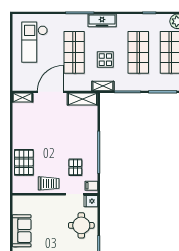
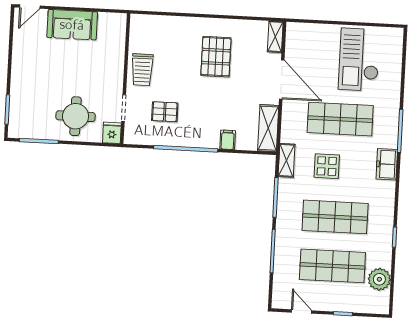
freezer: (102, 20) -> (387, 164), width x0.71
checkout: (35, 42) -> (359, 60), turned -90
pallet: (24, 162) -> (216, 57), moved, turned 90
filing cabinet: (91, 186) -> (228, 140), moved

